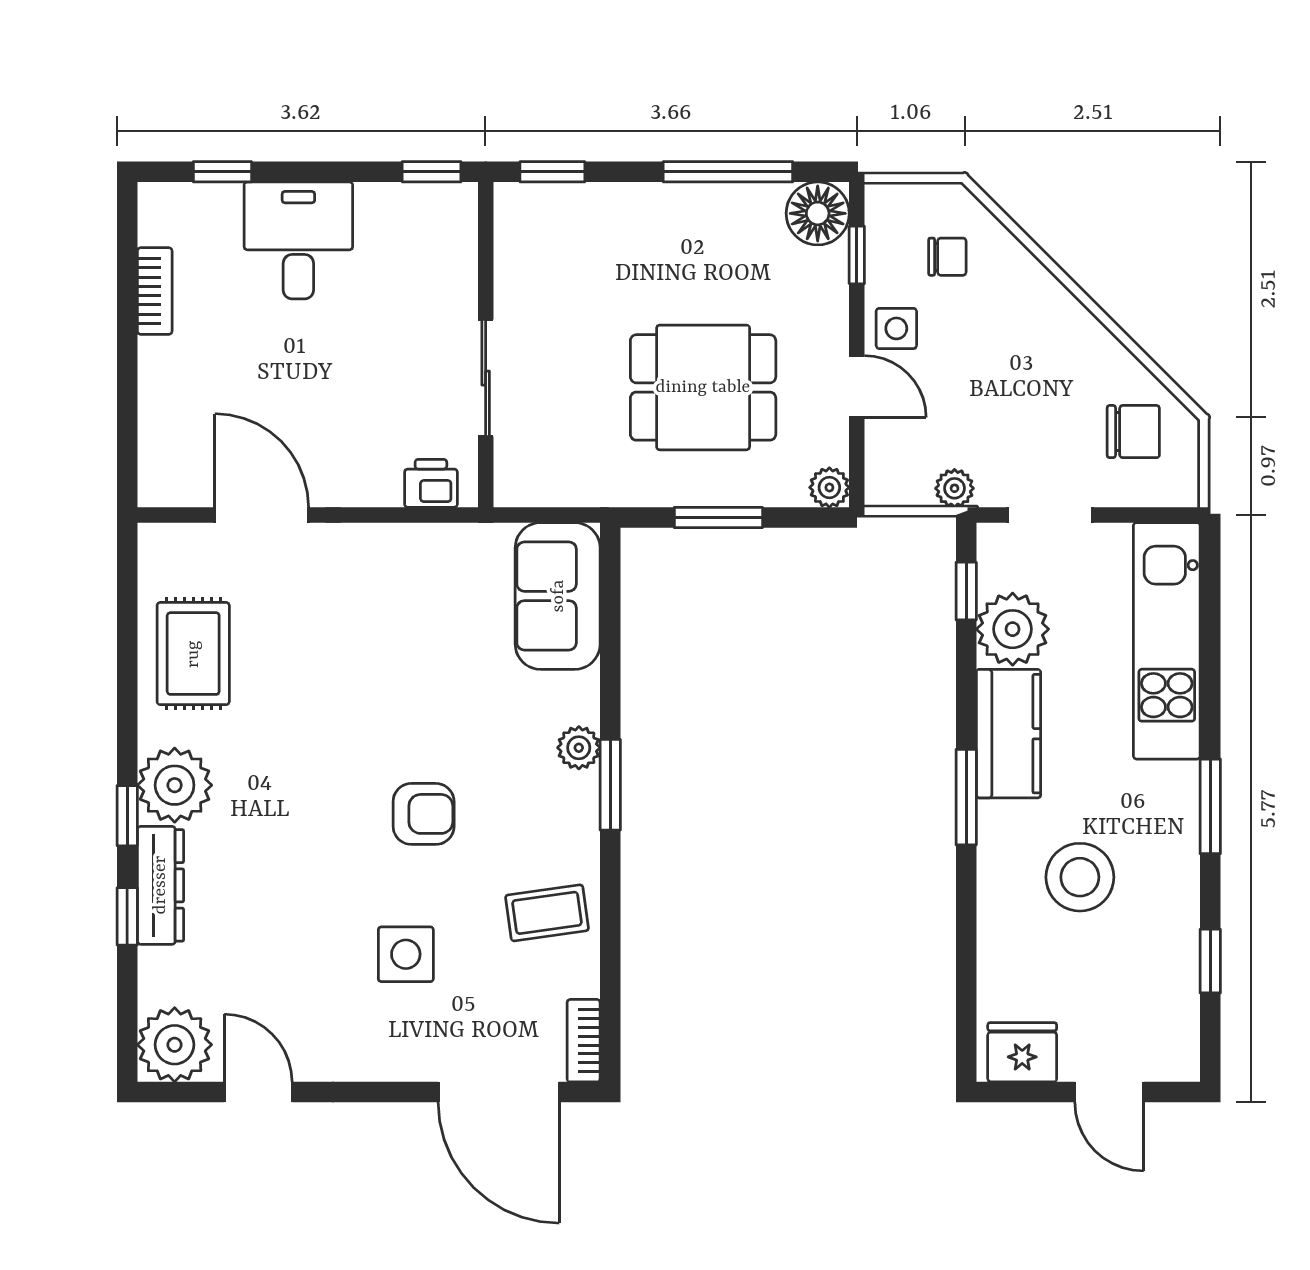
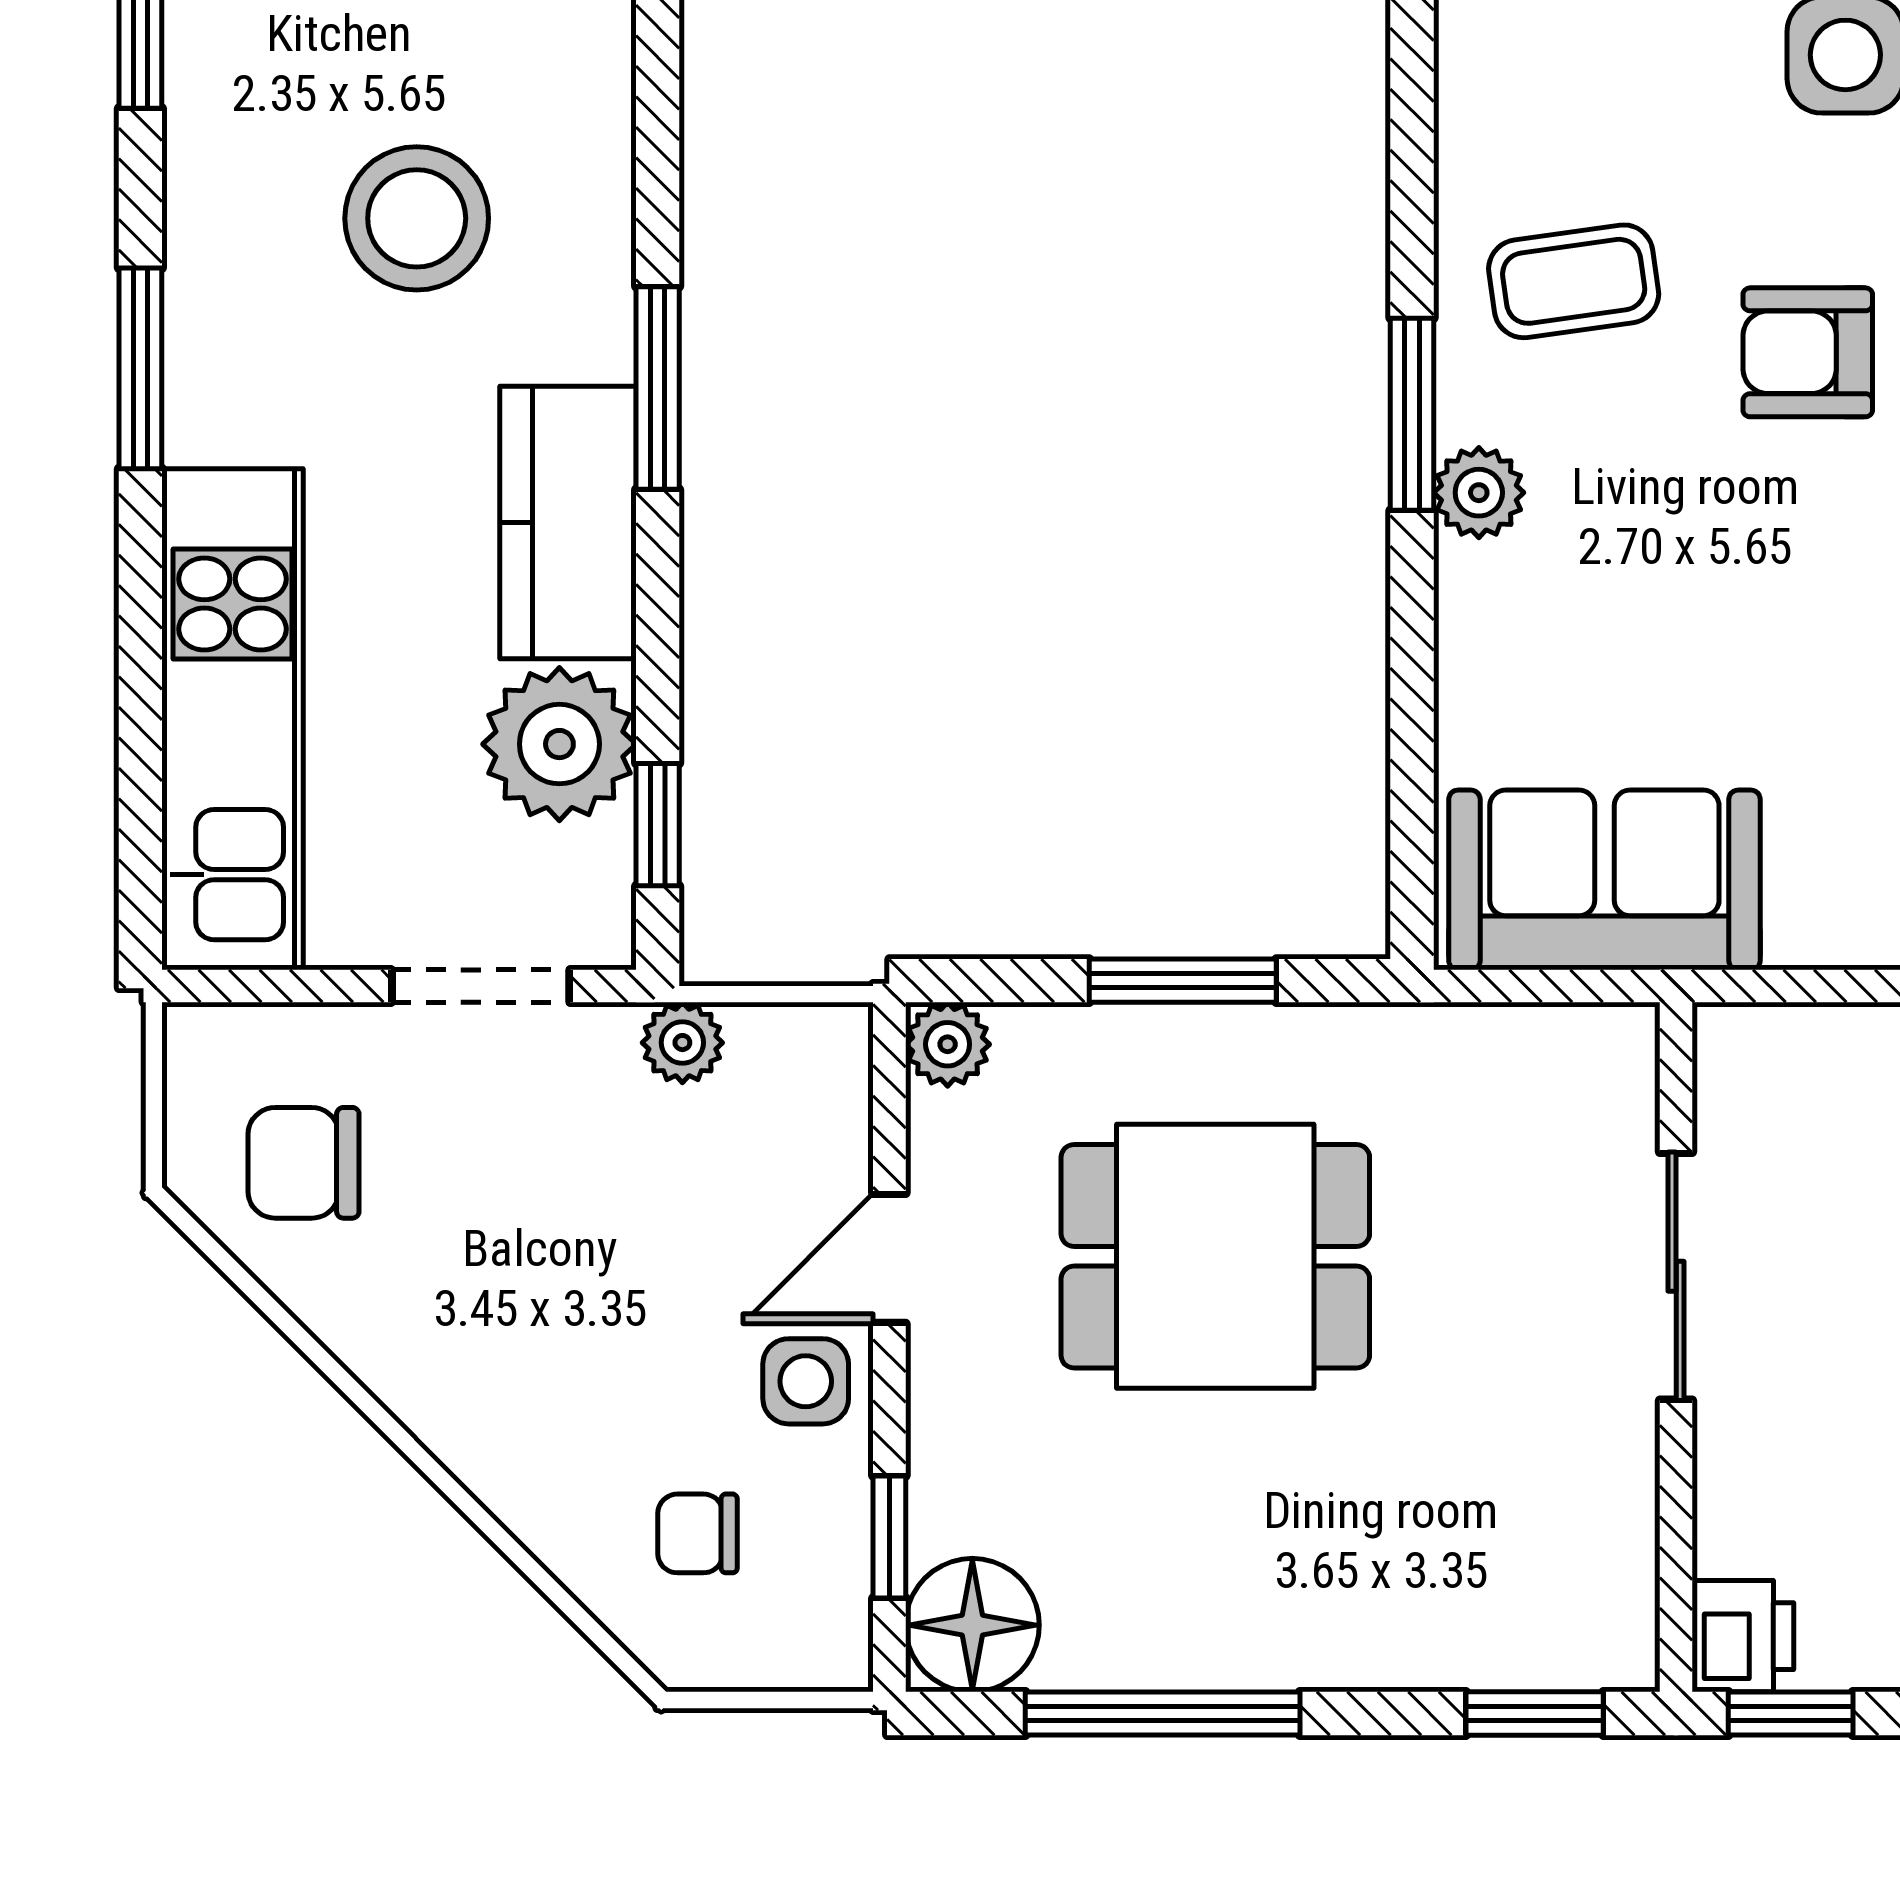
door: (857, 386) -> (889, 1258), hinge flipped
printer: (431, 483) -> (1743, 1636), moved, turned -90
sofa: (558, 596) -> (1604, 880), moved, turned -90
coffee table: (547, 913) -> (1574, 281), moved

